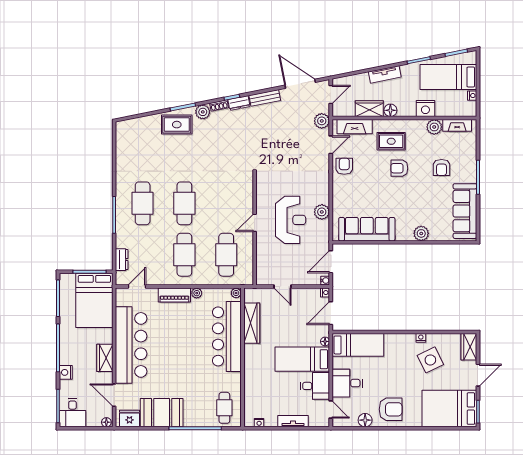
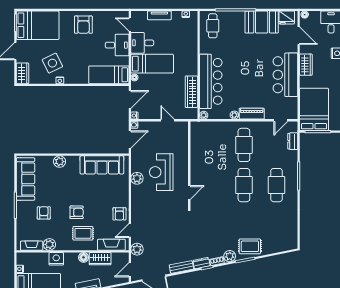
door: (255, 223) -> (189, 193), moved
cafe table: (226, 255) -> (211, 145), removed
bar counter: (131, 345) -> (285, 75), width x0.73
armchair: (391, 409) -> (83, 25), turned -90
floor lamp: (365, 420) -> (103, 16), removed

